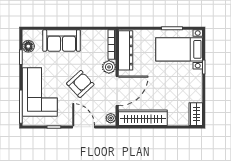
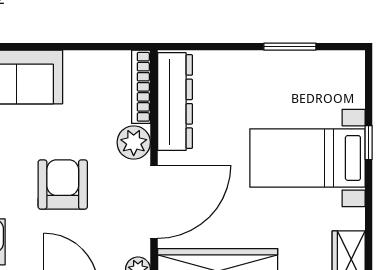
bed with nightstands: (179, 49) -> (307, 158), moved
armchair: (80, 84) -> (63, 185), turned -47

